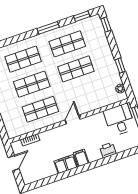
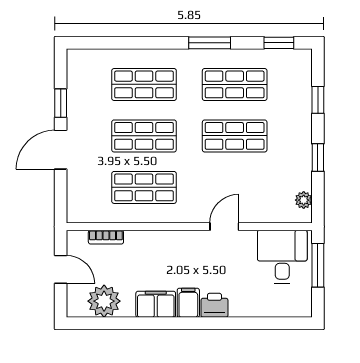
window: (106, 25) -> (318, 100), moved
door: (73, 120) -> (224, 227), moved
printer: (108, 150) -> (214, 305), moved
door: (14, 163) -> (61, 269), hinge flipped
plant: (40, 171) -> (104, 301), added

